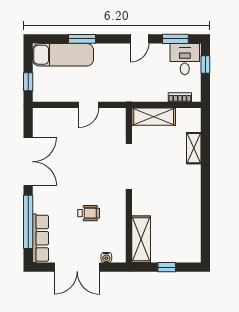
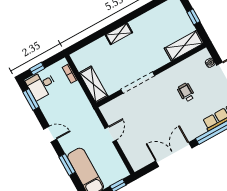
door: (139, 39) -> (50, 134), moved
door: (89, 105) -> (111, 134), hinge flipped
shelving: (194, 148) -> (119, 34), moved

